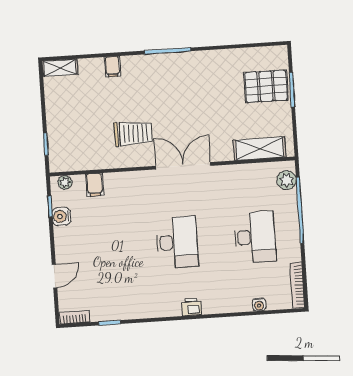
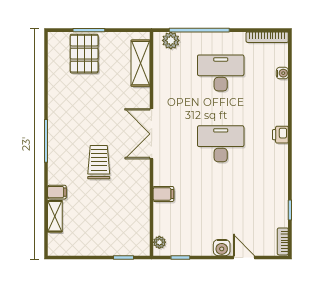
shelving: (60, 68) -> (55, 216), moved
trolley: (133, 133) -> (99, 162), moved
filing cabinet: (95, 185) -> (163, 194), moved
water cooler: (61, 216) -> (222, 248), moved

